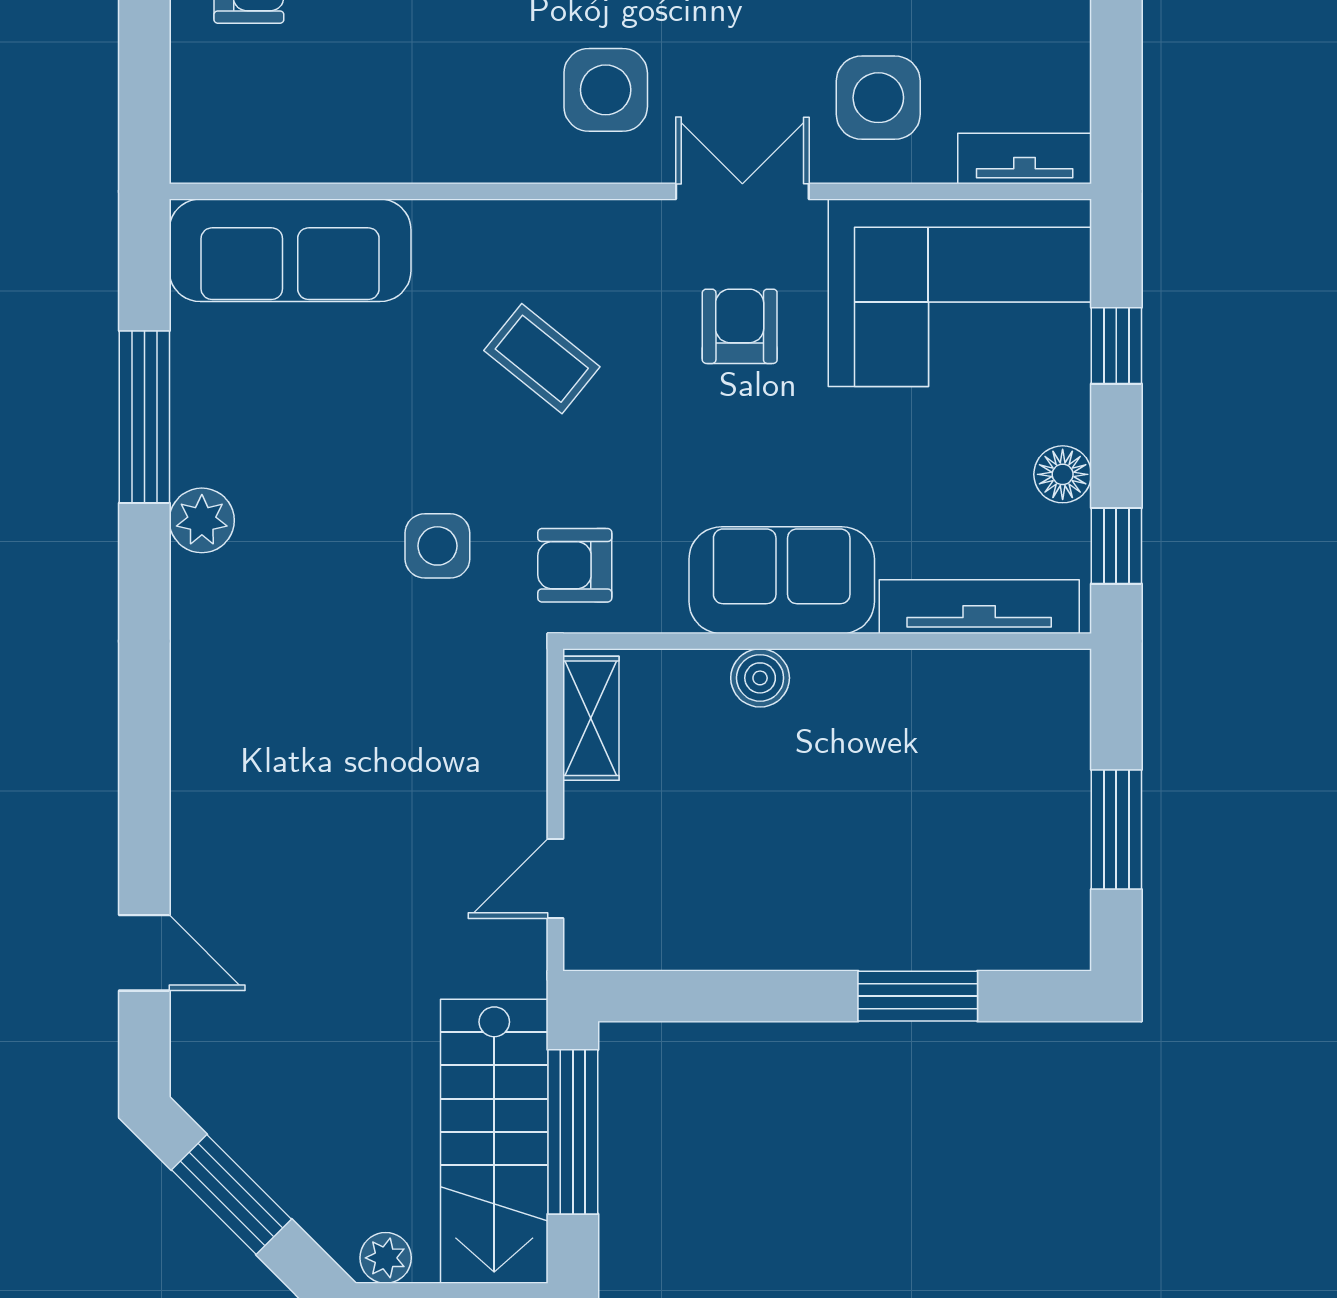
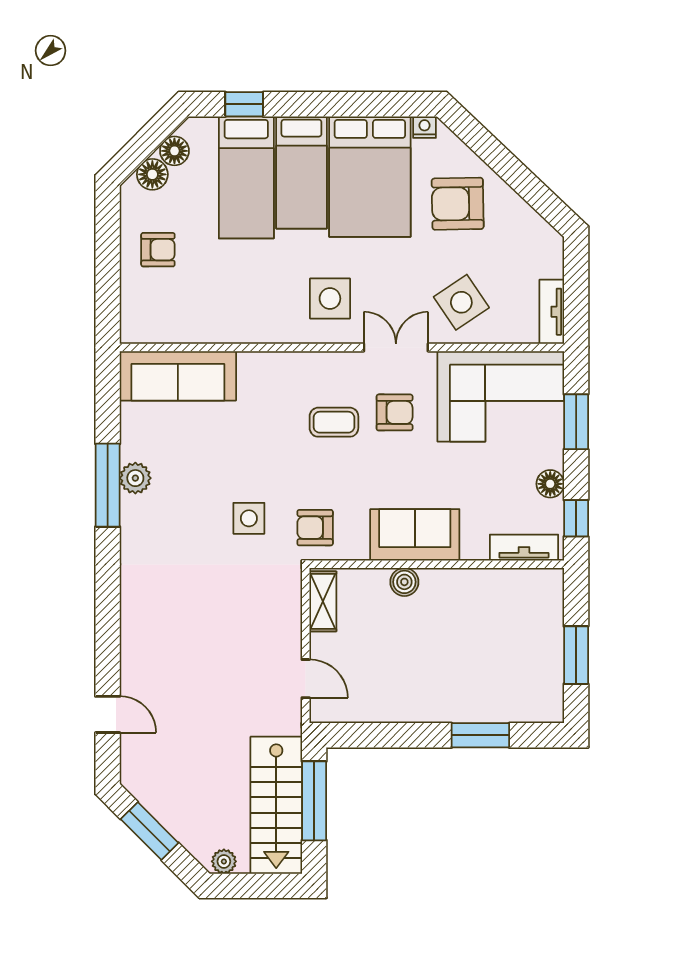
side table: (878, 98) -> (461, 302), turned -34
tv unit: (1025, 159) -> (552, 312), moved, turned -90
armchair: (740, 326) -> (395, 412), turned 90
window: (1116, 346) -> (576, 422), width x1.50
coffee table: (542, 359) -> (334, 422), moved, turned -39
window: (144, 417) -> (108, 485), moved
plant: (202, 520) -> (135, 478), moved
tv unit: (979, 607) -> (524, 548), width x0.71
door: (555, 879) -> (306, 679), swing flipped

